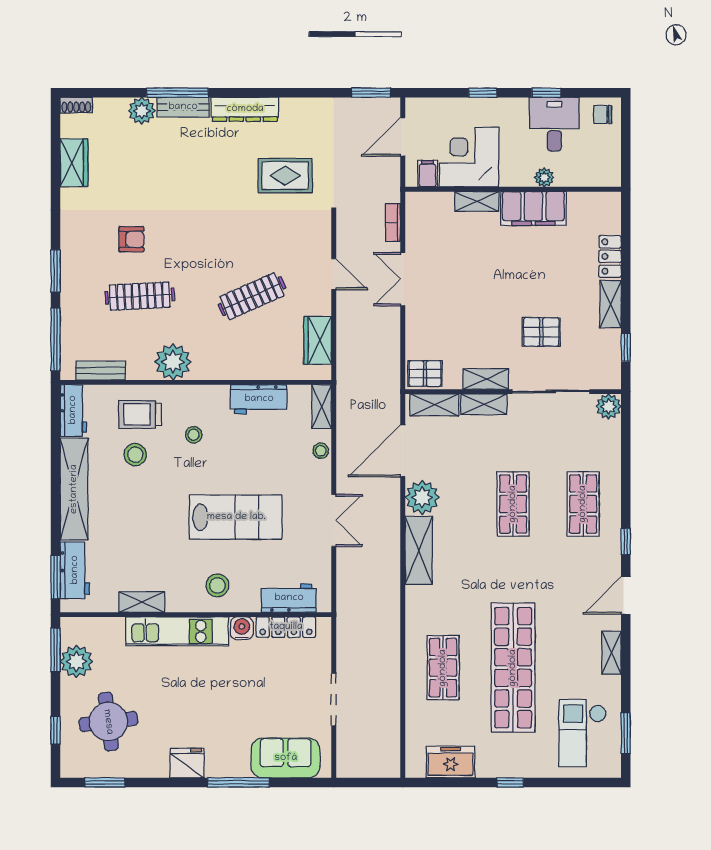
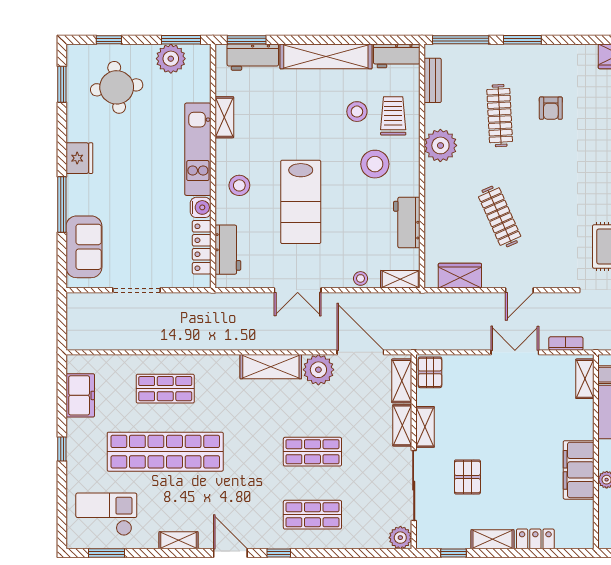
shelving: (477, 201) -> (585, 379), moved
stool: (194, 435) -> (375, 164), width x1.89, depth x1.89

